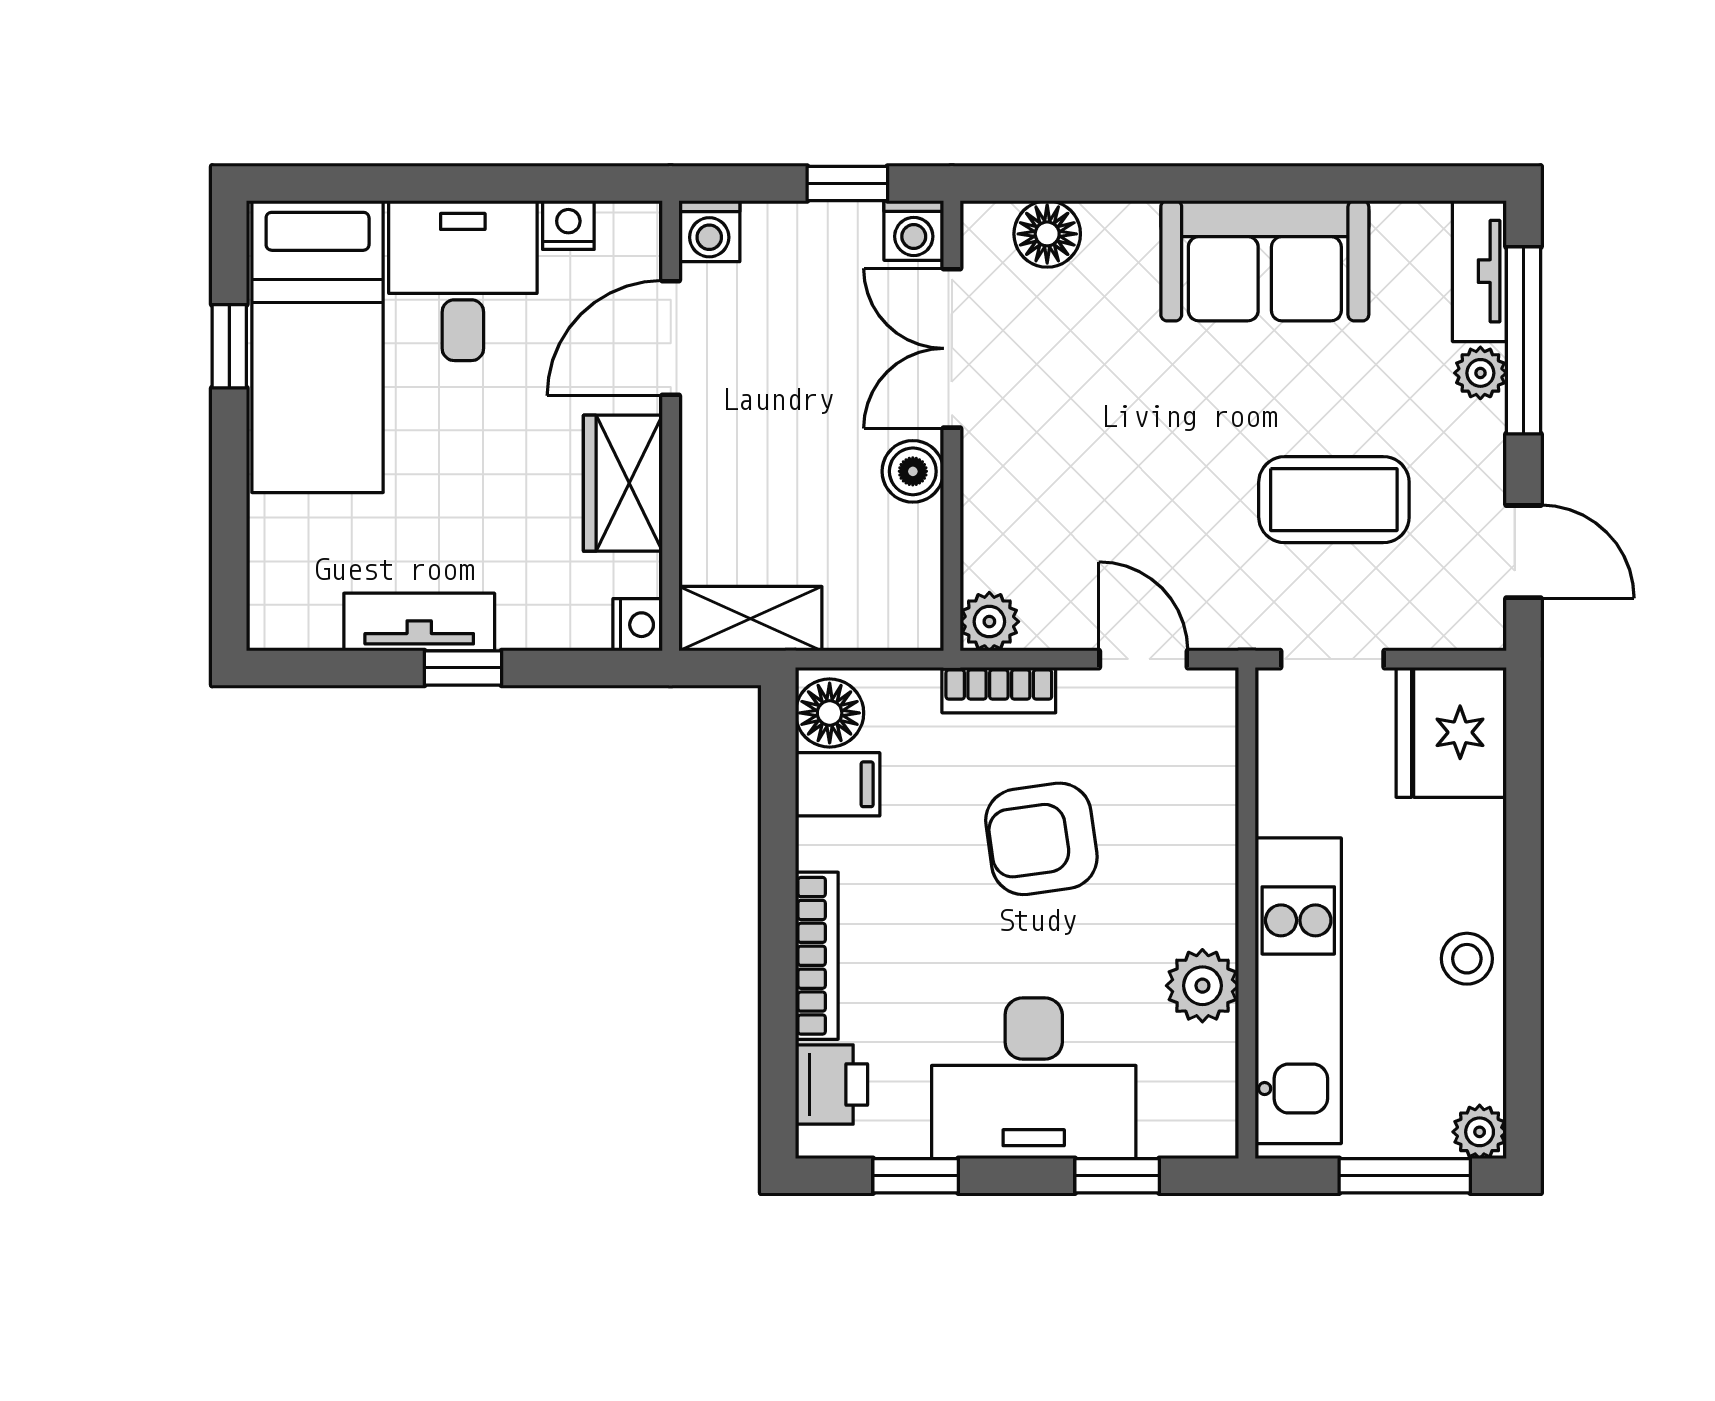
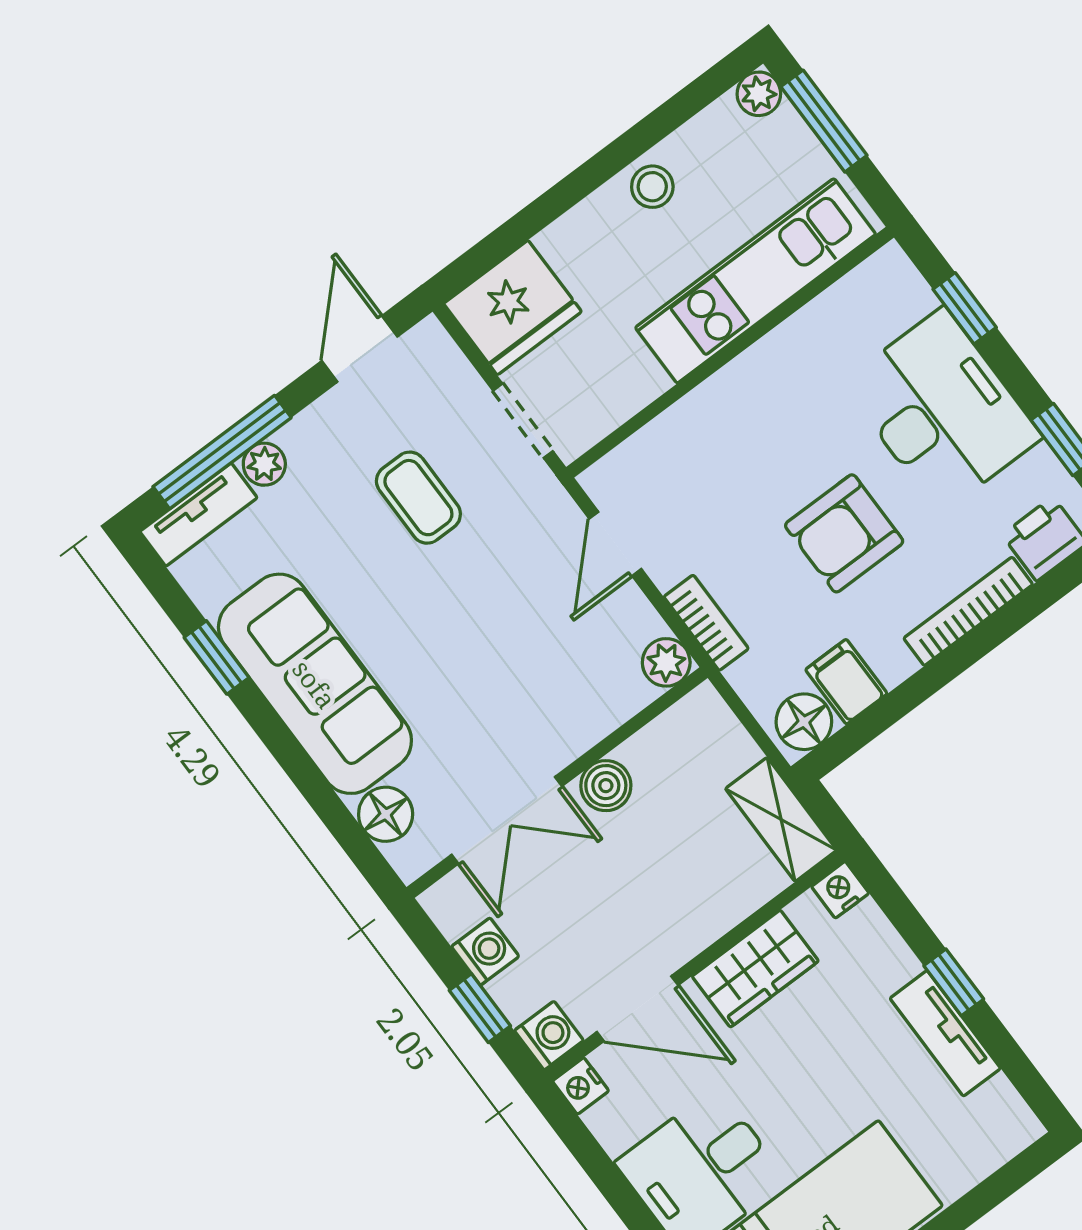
window: (847, 184) -> (480, 1008), moved
window: (1326, 184) -> (217, 657), added
nightstand: (568, 225) -> (581, 1086), moved
washing machine: (914, 231) -> (485, 952), moved
sofa: (1265, 261) -> (315, 684), width x1.36
coffee table: (1334, 500) -> (418, 498), width x0.73, depth x0.77
armchair: (1041, 839) -> (844, 533), moved, turned 98
plant: (1202, 986) -> (799, 346), removed

